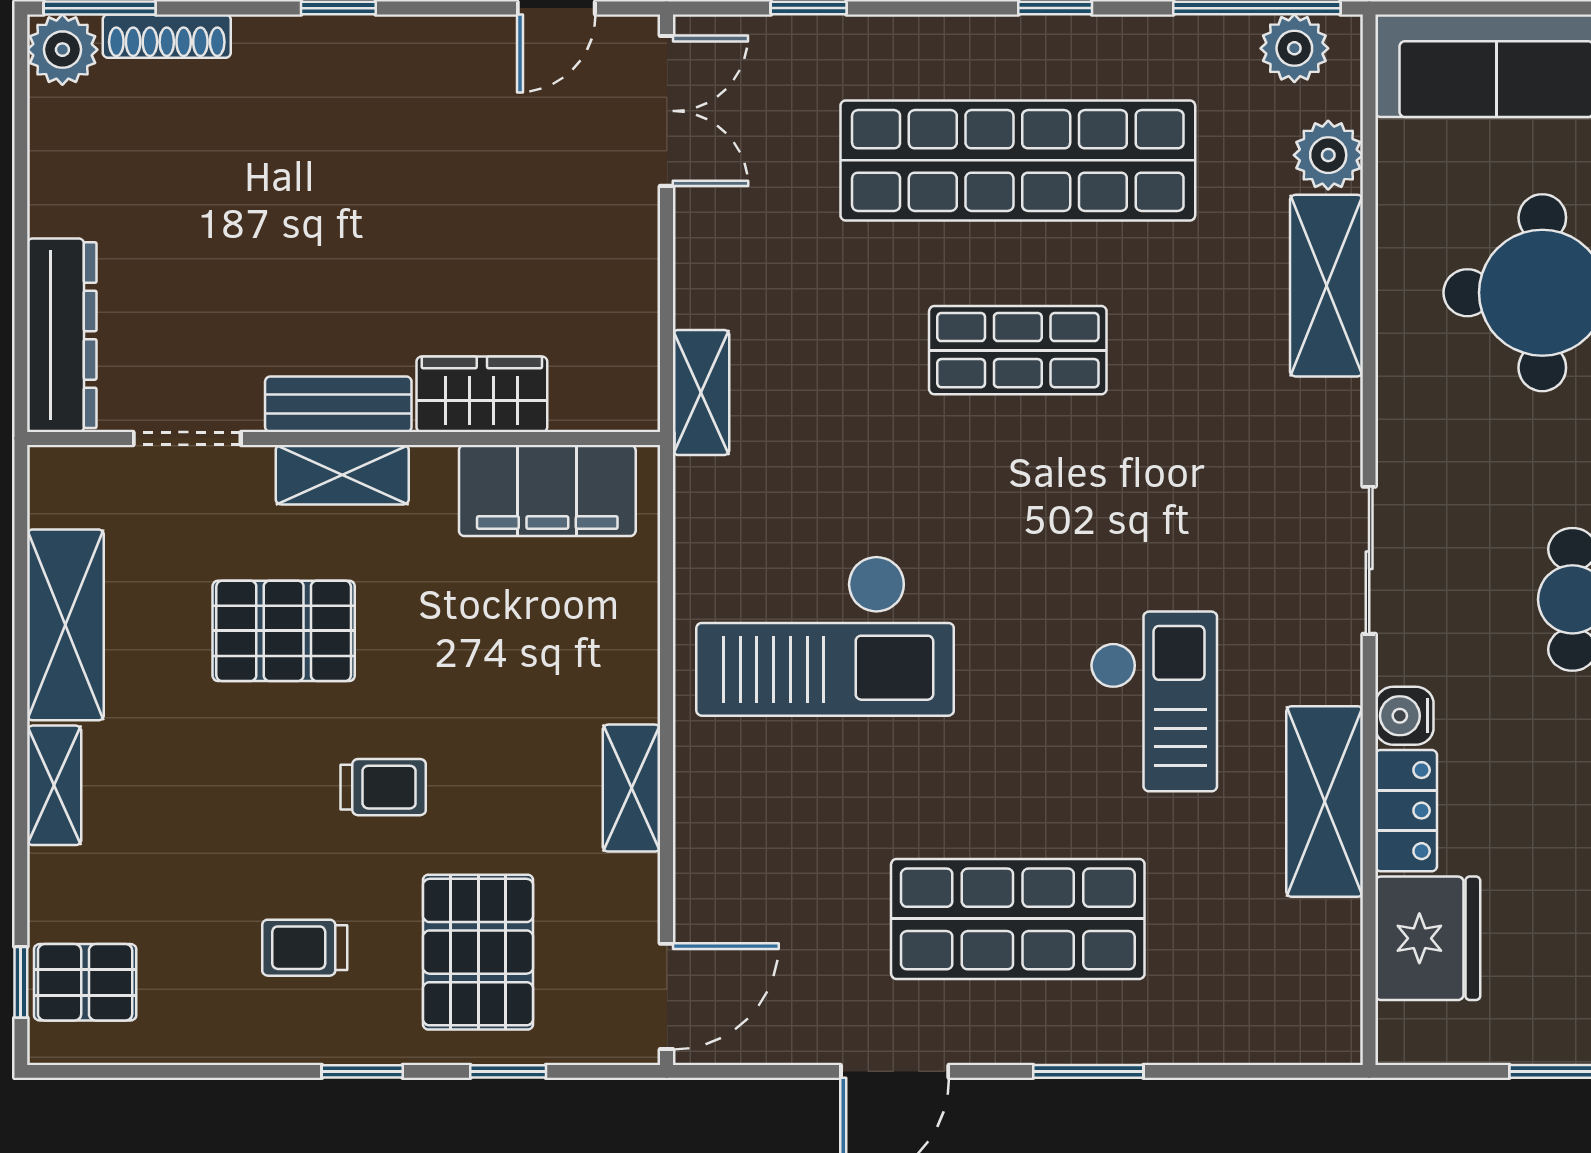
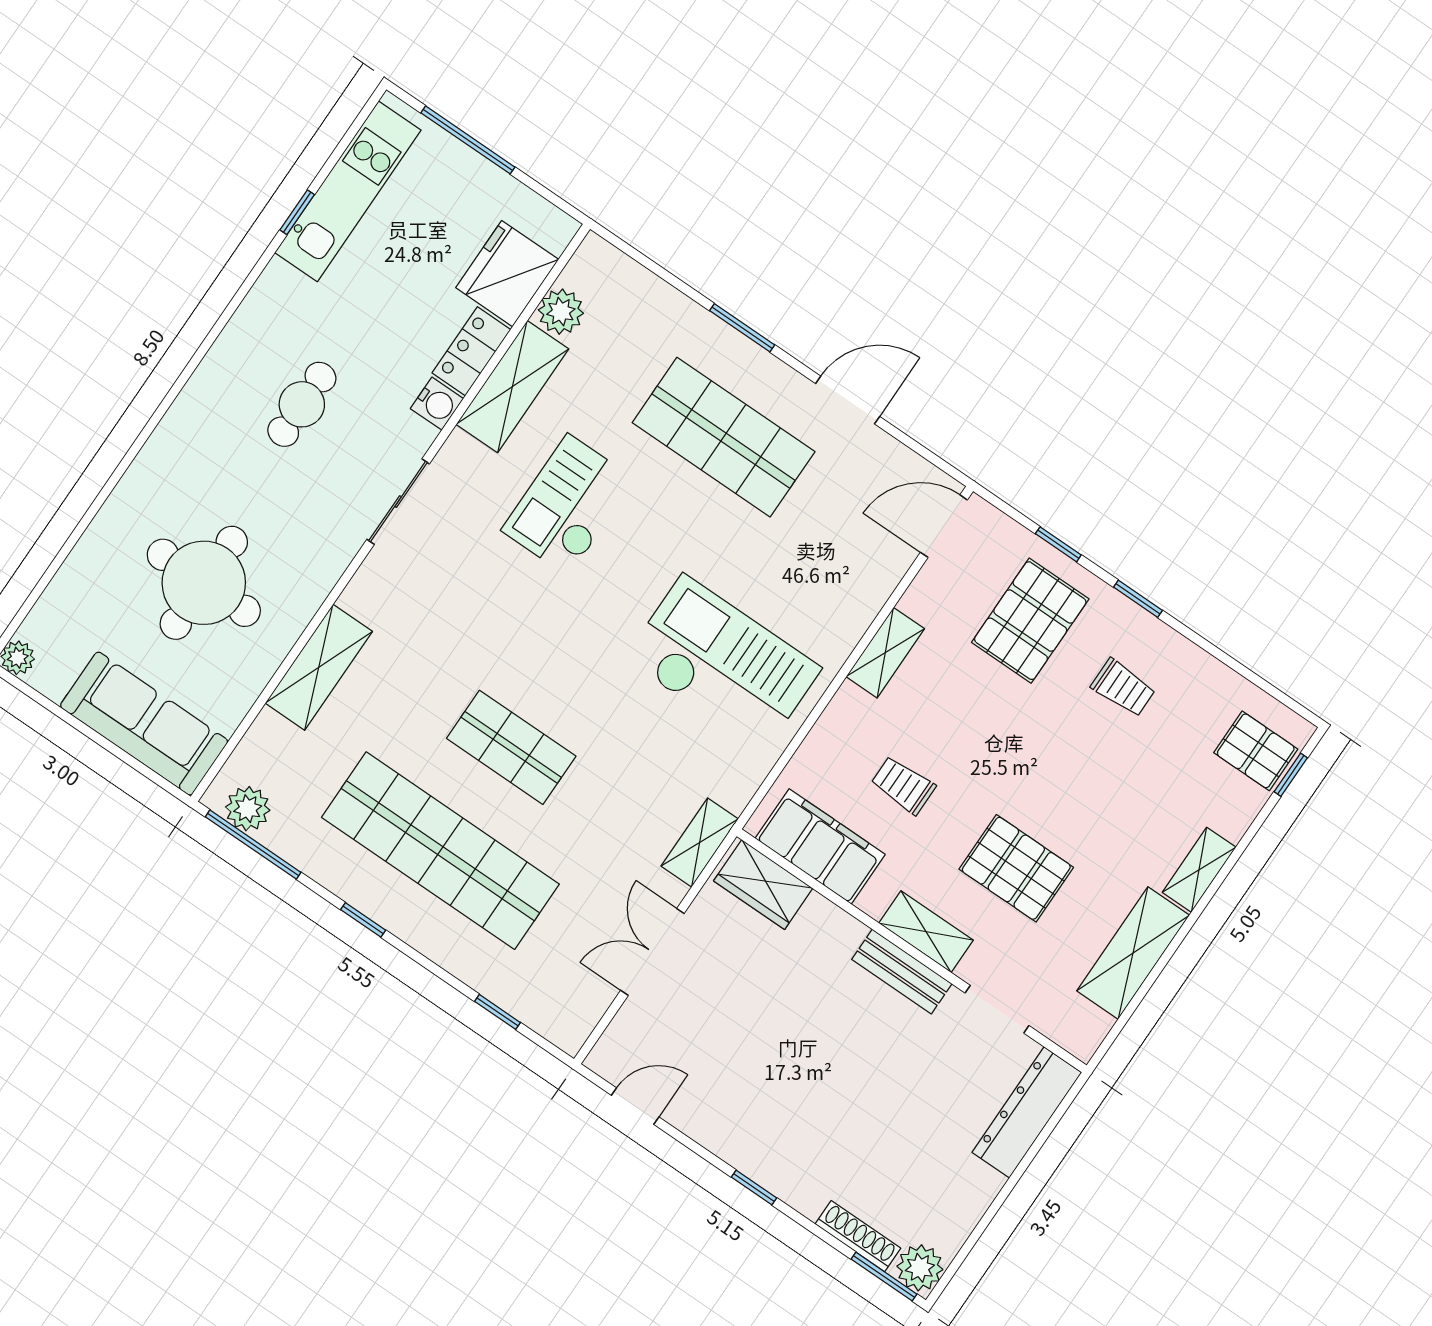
double door: (667, 111) -> (652, 952), moved
plant: (1328, 155) -> (561, 312), moved
wardrobe: (482, 394) -> (763, 885), moved
trolley: (383, 787) -> (903, 785), moved

